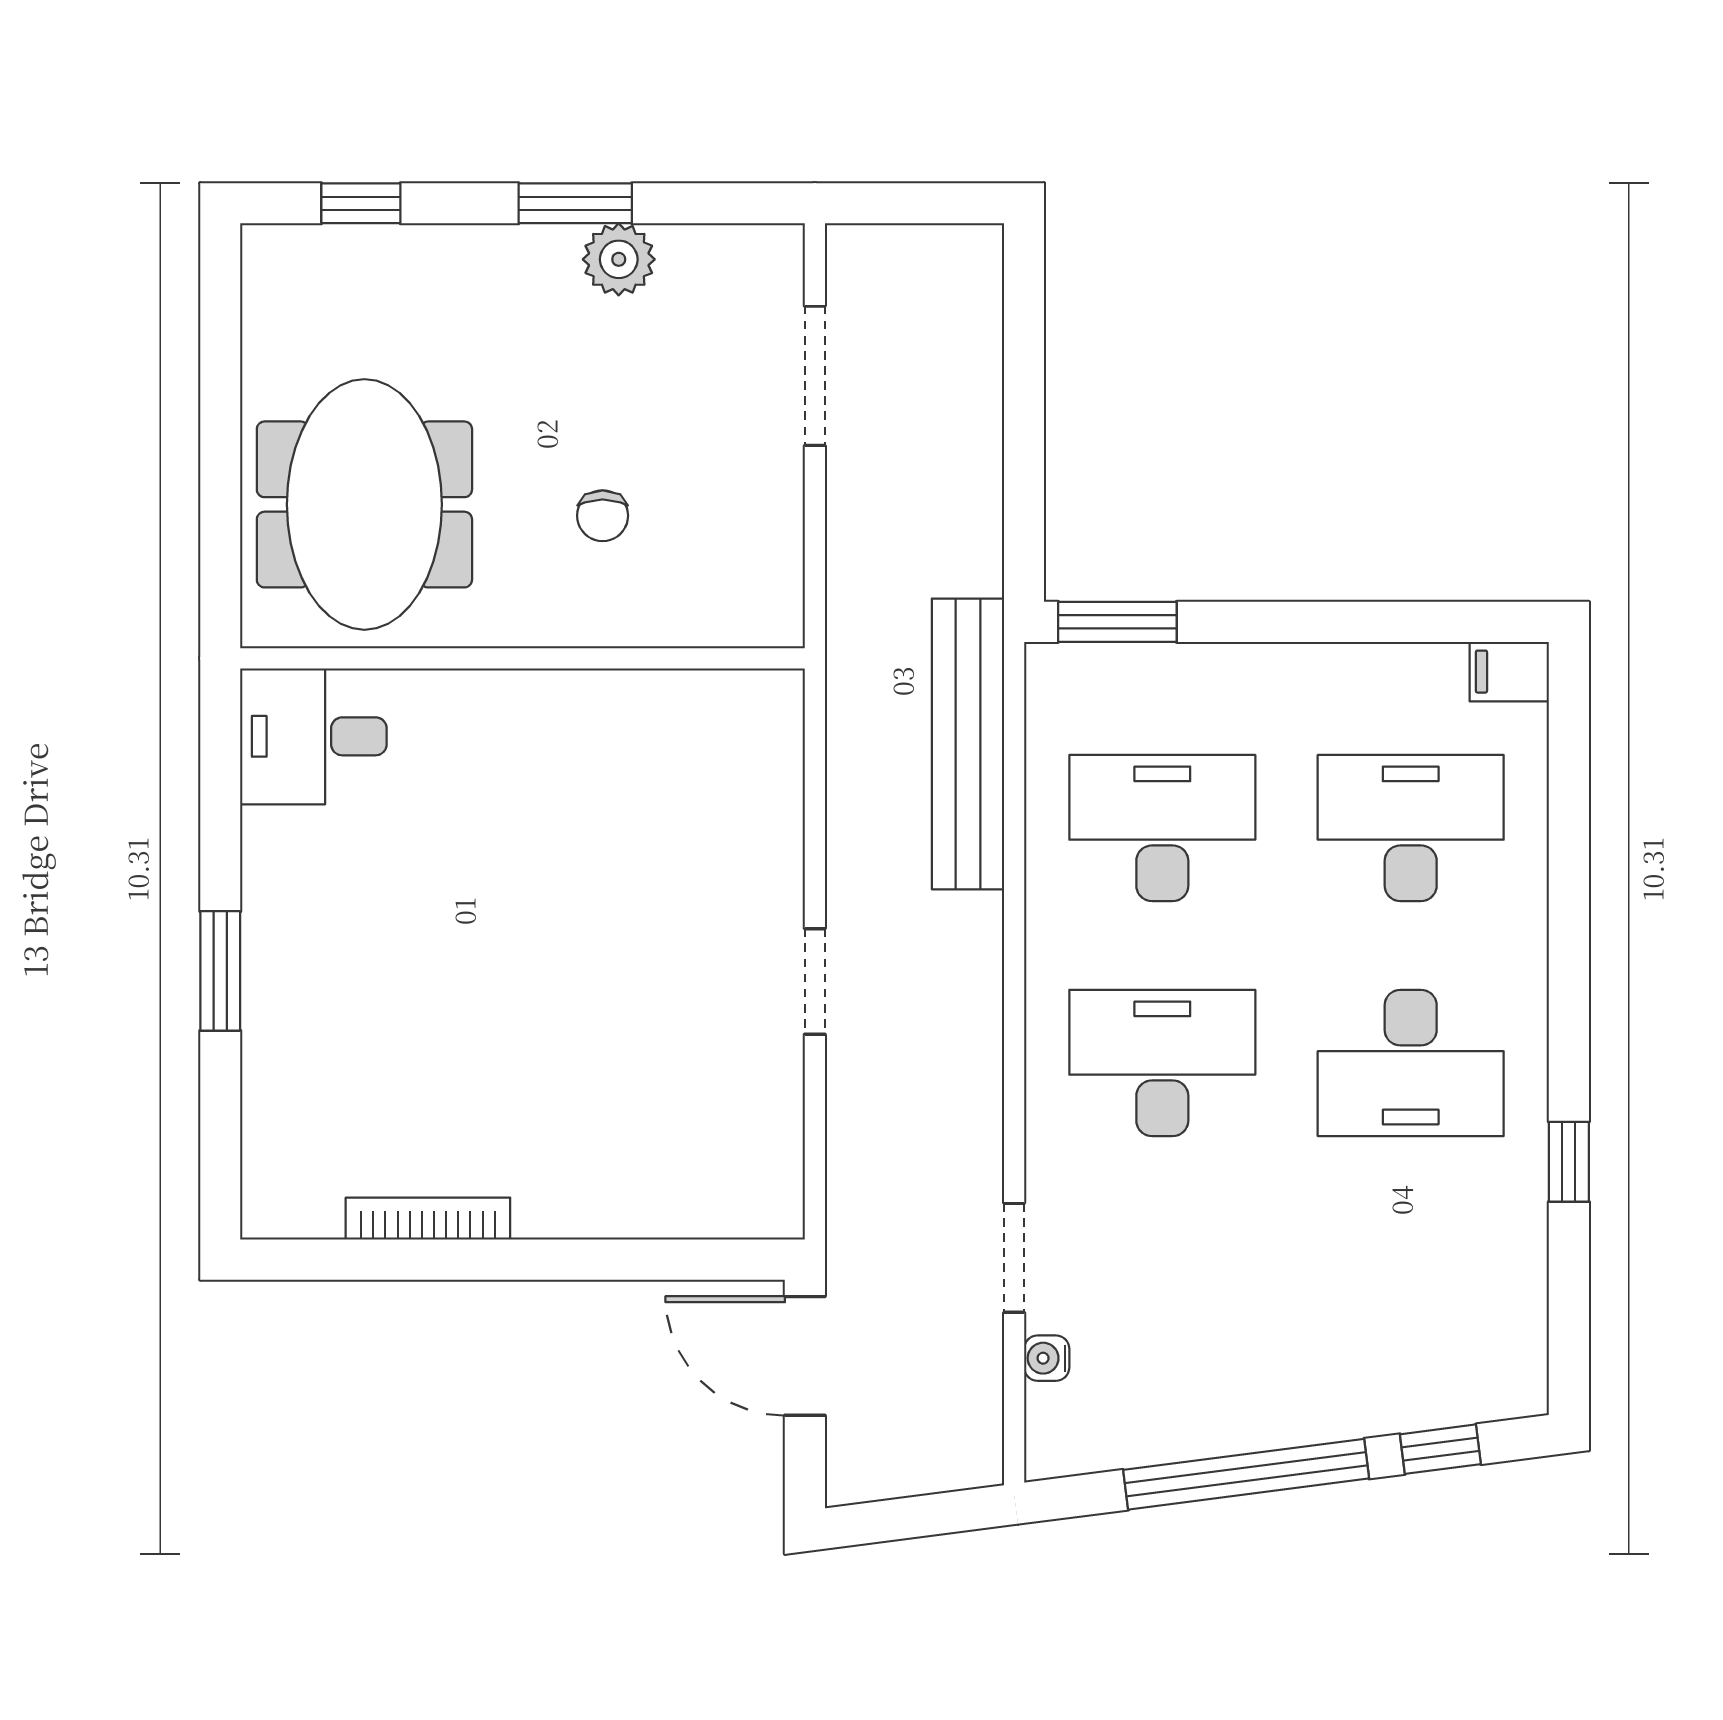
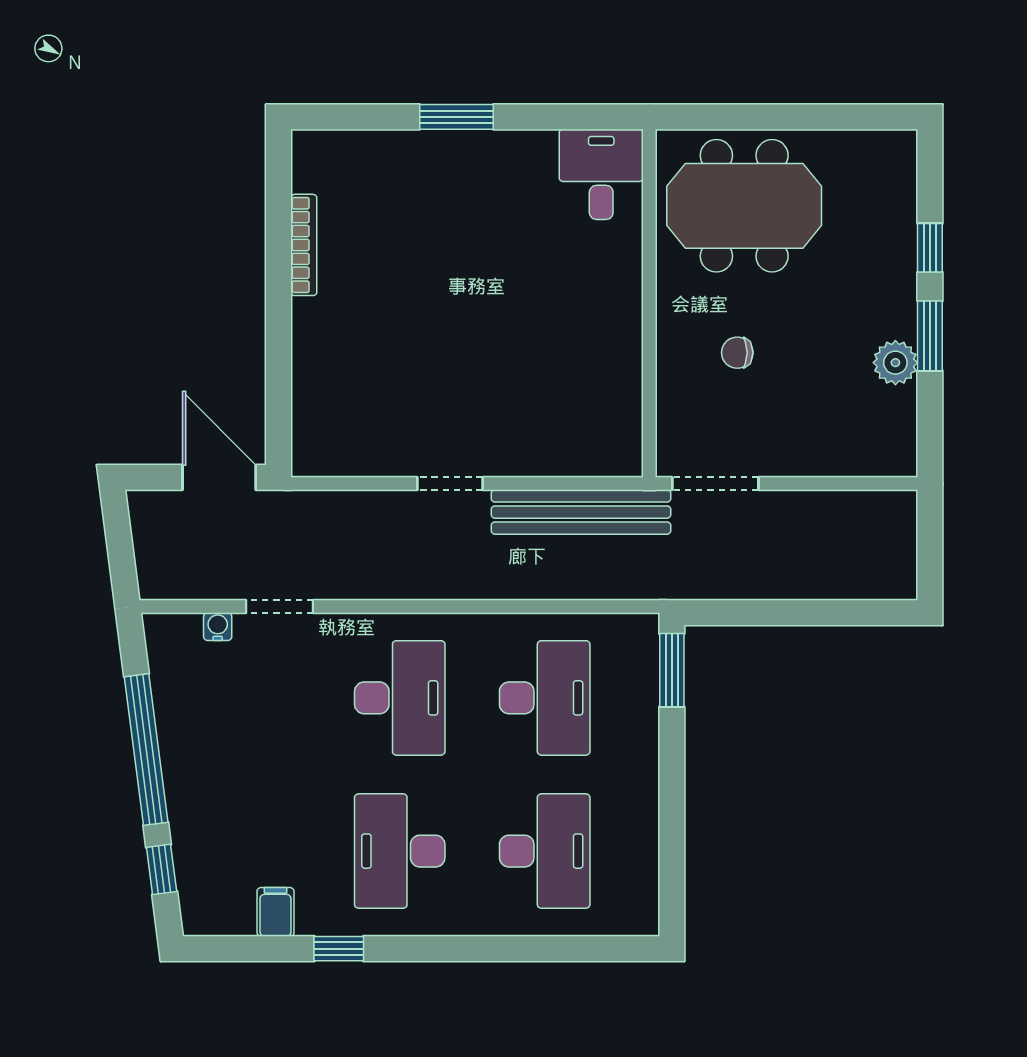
window: (361, 203) -> (930, 248), moved
doorway: (815, 376) -> (715, 484), moved
filing cabinet: (1509, 672) -> (276, 912), moved
bench: (968, 744) -> (581, 512), moved
door: (805, 1356) -> (219, 477), hinge flipped

